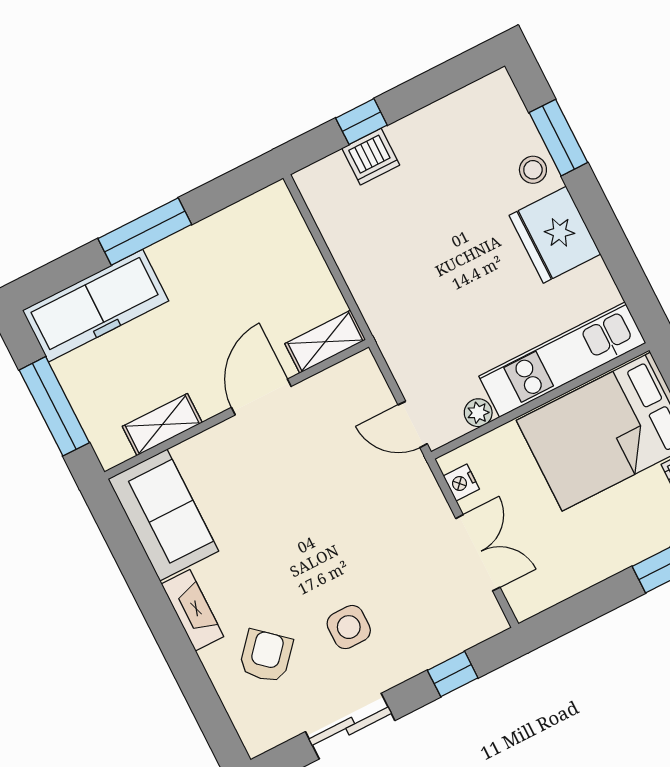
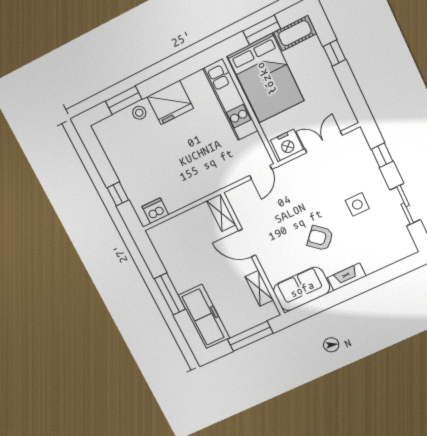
dishwasher: (371, 157) -> (155, 211), moved, turned -90
plant: (478, 413) -> (256, 141), removed
nightstand: (461, 483) -> (287, 145), width x1.89, depth x1.79
armchair: (266, 656) -> (320, 238), moved

